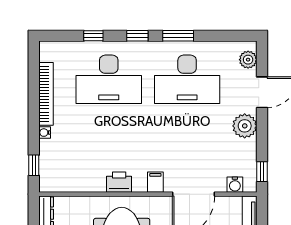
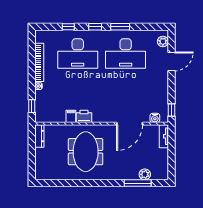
plant: (245, 126) -> (161, 82), removed
filing cabinet: (155, 182) -> (71, 116), moved

